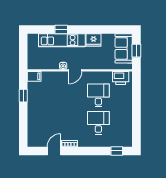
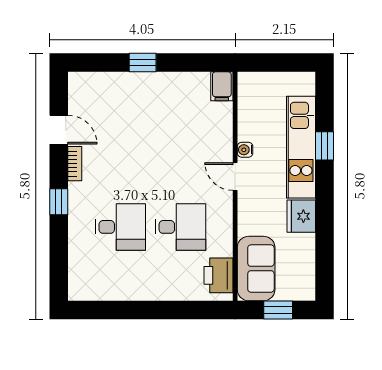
sofa: (124, 48) -> (256, 269), moved, turned 90
window: (23, 96) -> (143, 63), moved
window: (117, 151) -> (59, 202), moved

